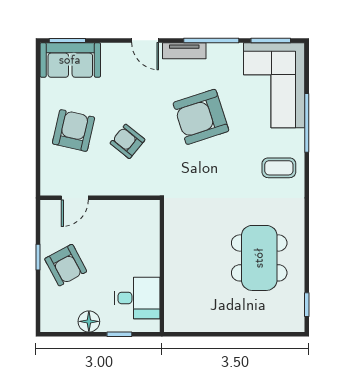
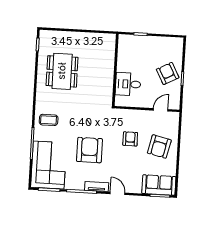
armchair: (201, 117) -> (89, 150), turned -72
armchair: (128, 141) -> (130, 139), turned -129
desk: (137, 298) -> (128, 84), moved
floor lamp: (89, 321) -> (157, 42), removed

